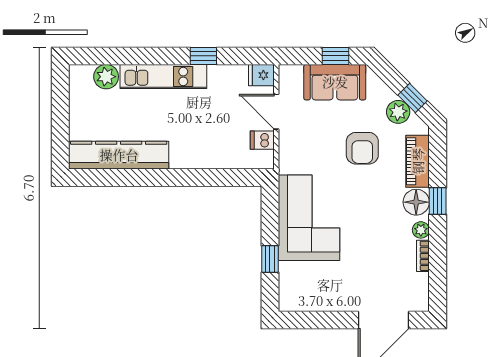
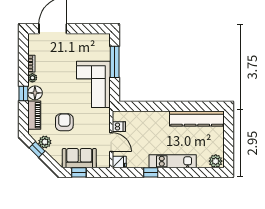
plant: (106, 77) -> (216, 161), moved
window: (270, 259) -> (115, 62), width x2.17

